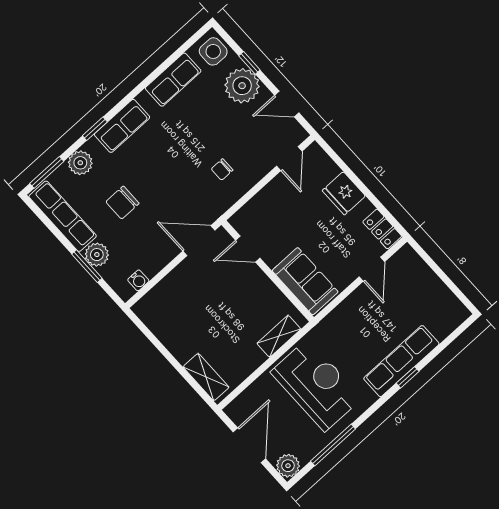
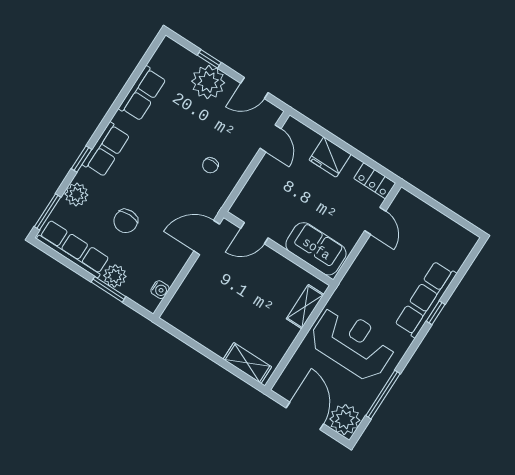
side table: (213, 51) -> (173, 57), removed
plant: (288, 466) -> (345, 420), width x1.36, depth x1.36

